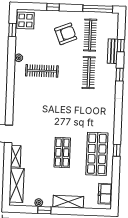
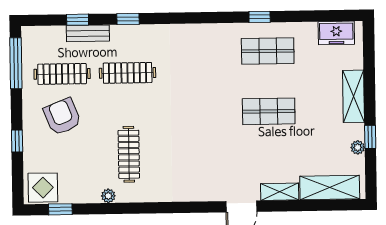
shop shelf: (97, 154) -> (268, 51), width x0.70, depth x0.74

